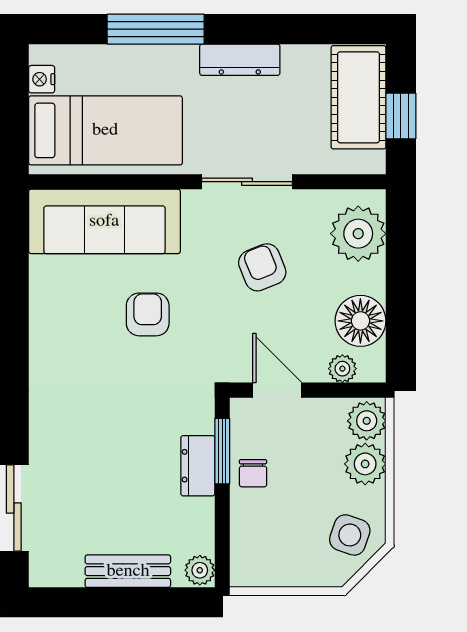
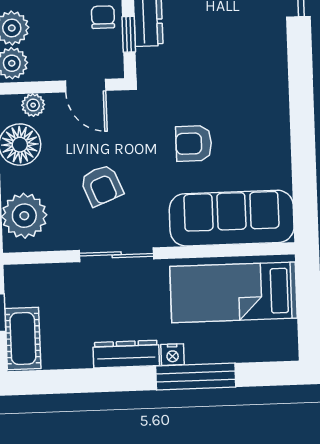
nightstand: (42, 79) -> (172, 355), moved, turned 90
cot: (358, 97) -> (23, 338), width x0.73, depth x0.75
armchair: (148, 314) -> (194, 143), turned 90
window: (222, 451) -> (129, 34), width x0.67

